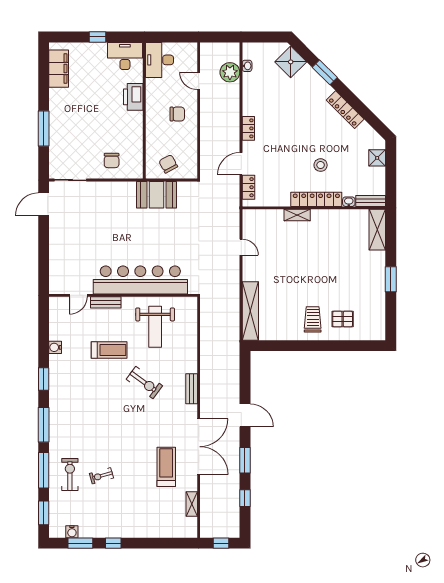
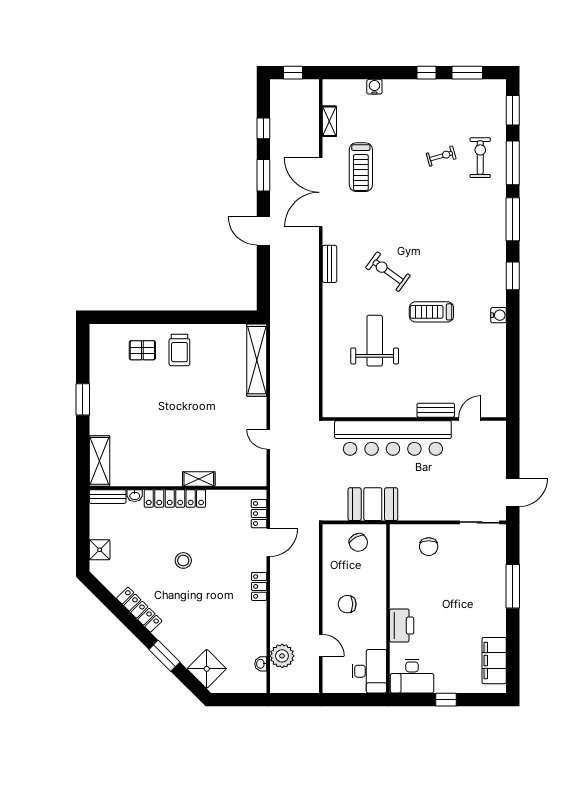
chair: (112, 160) -> (429, 547), turned 180
stool: (321, 165) -> (183, 560), moved
bar counter: (140, 280) -> (393, 438), moved
door: (78, 295) -> (470, 419), moved
wall: (123, 295) -> (414, 419), moved
bench: (106, 302) -> (436, 410), moved
exercise bike: (70, 475) -> (480, 158), turned 180
water cooler: (72, 532) -> (374, 87), moved

